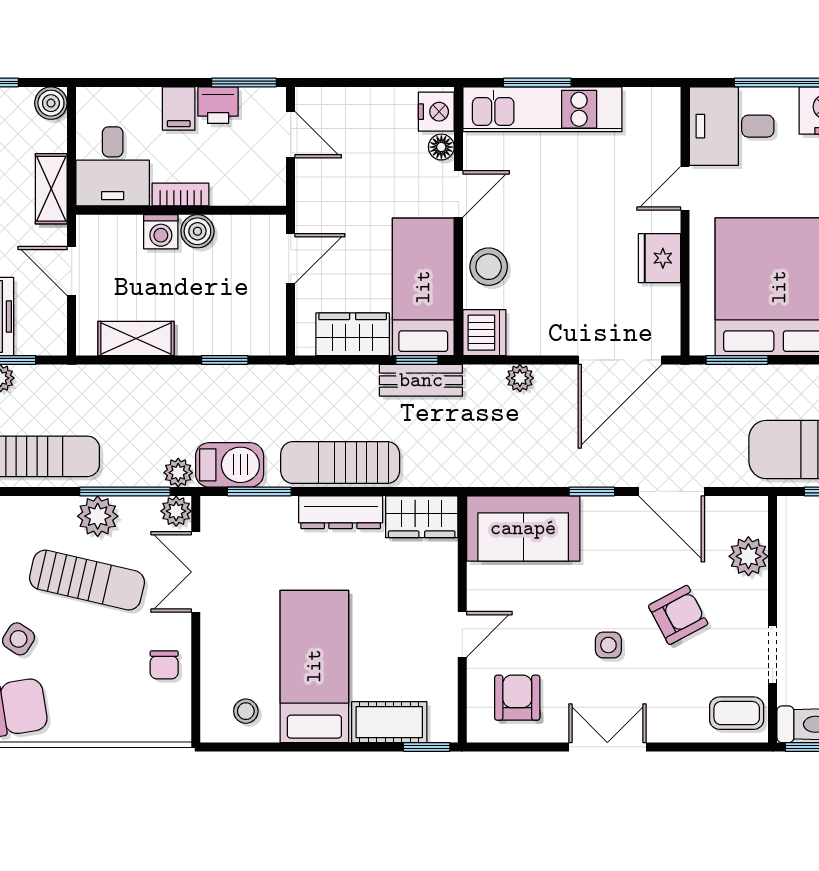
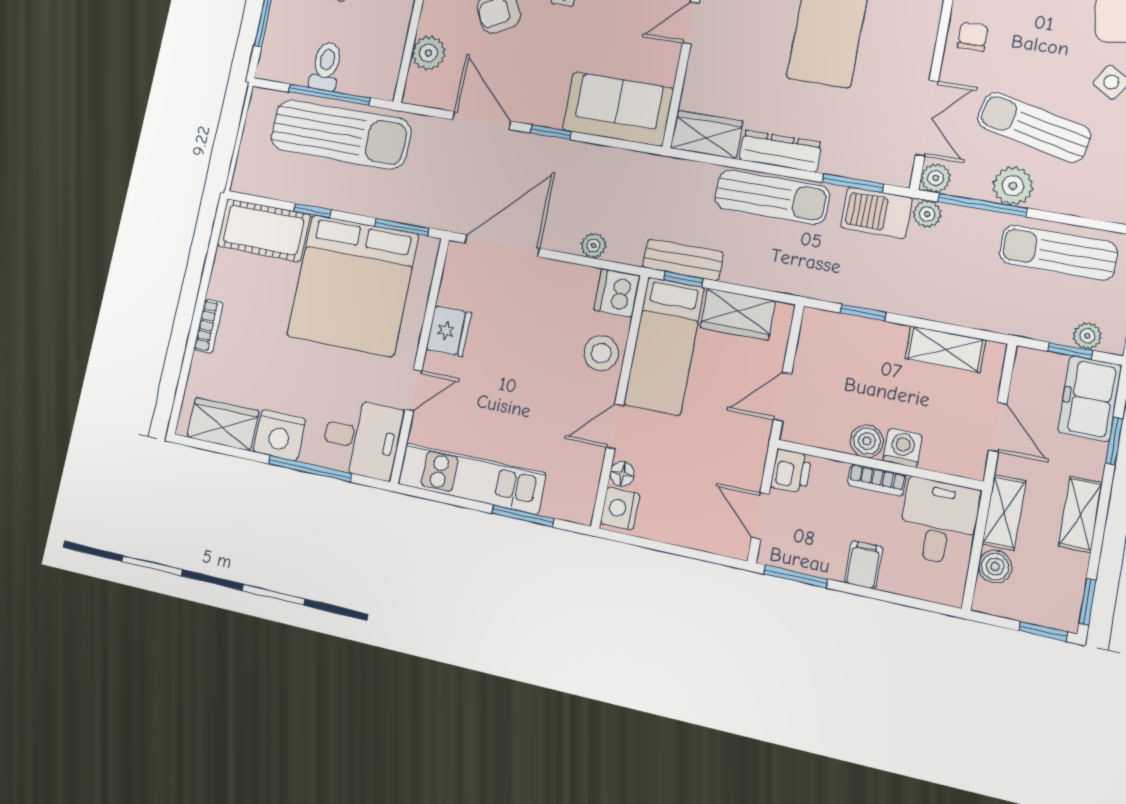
boiler: (51, 103) -> (995, 567), moved
printer: (218, 105) -> (791, 471), moved, turned 90
kitchen unit: (542, 109) -> (472, 478), moved

